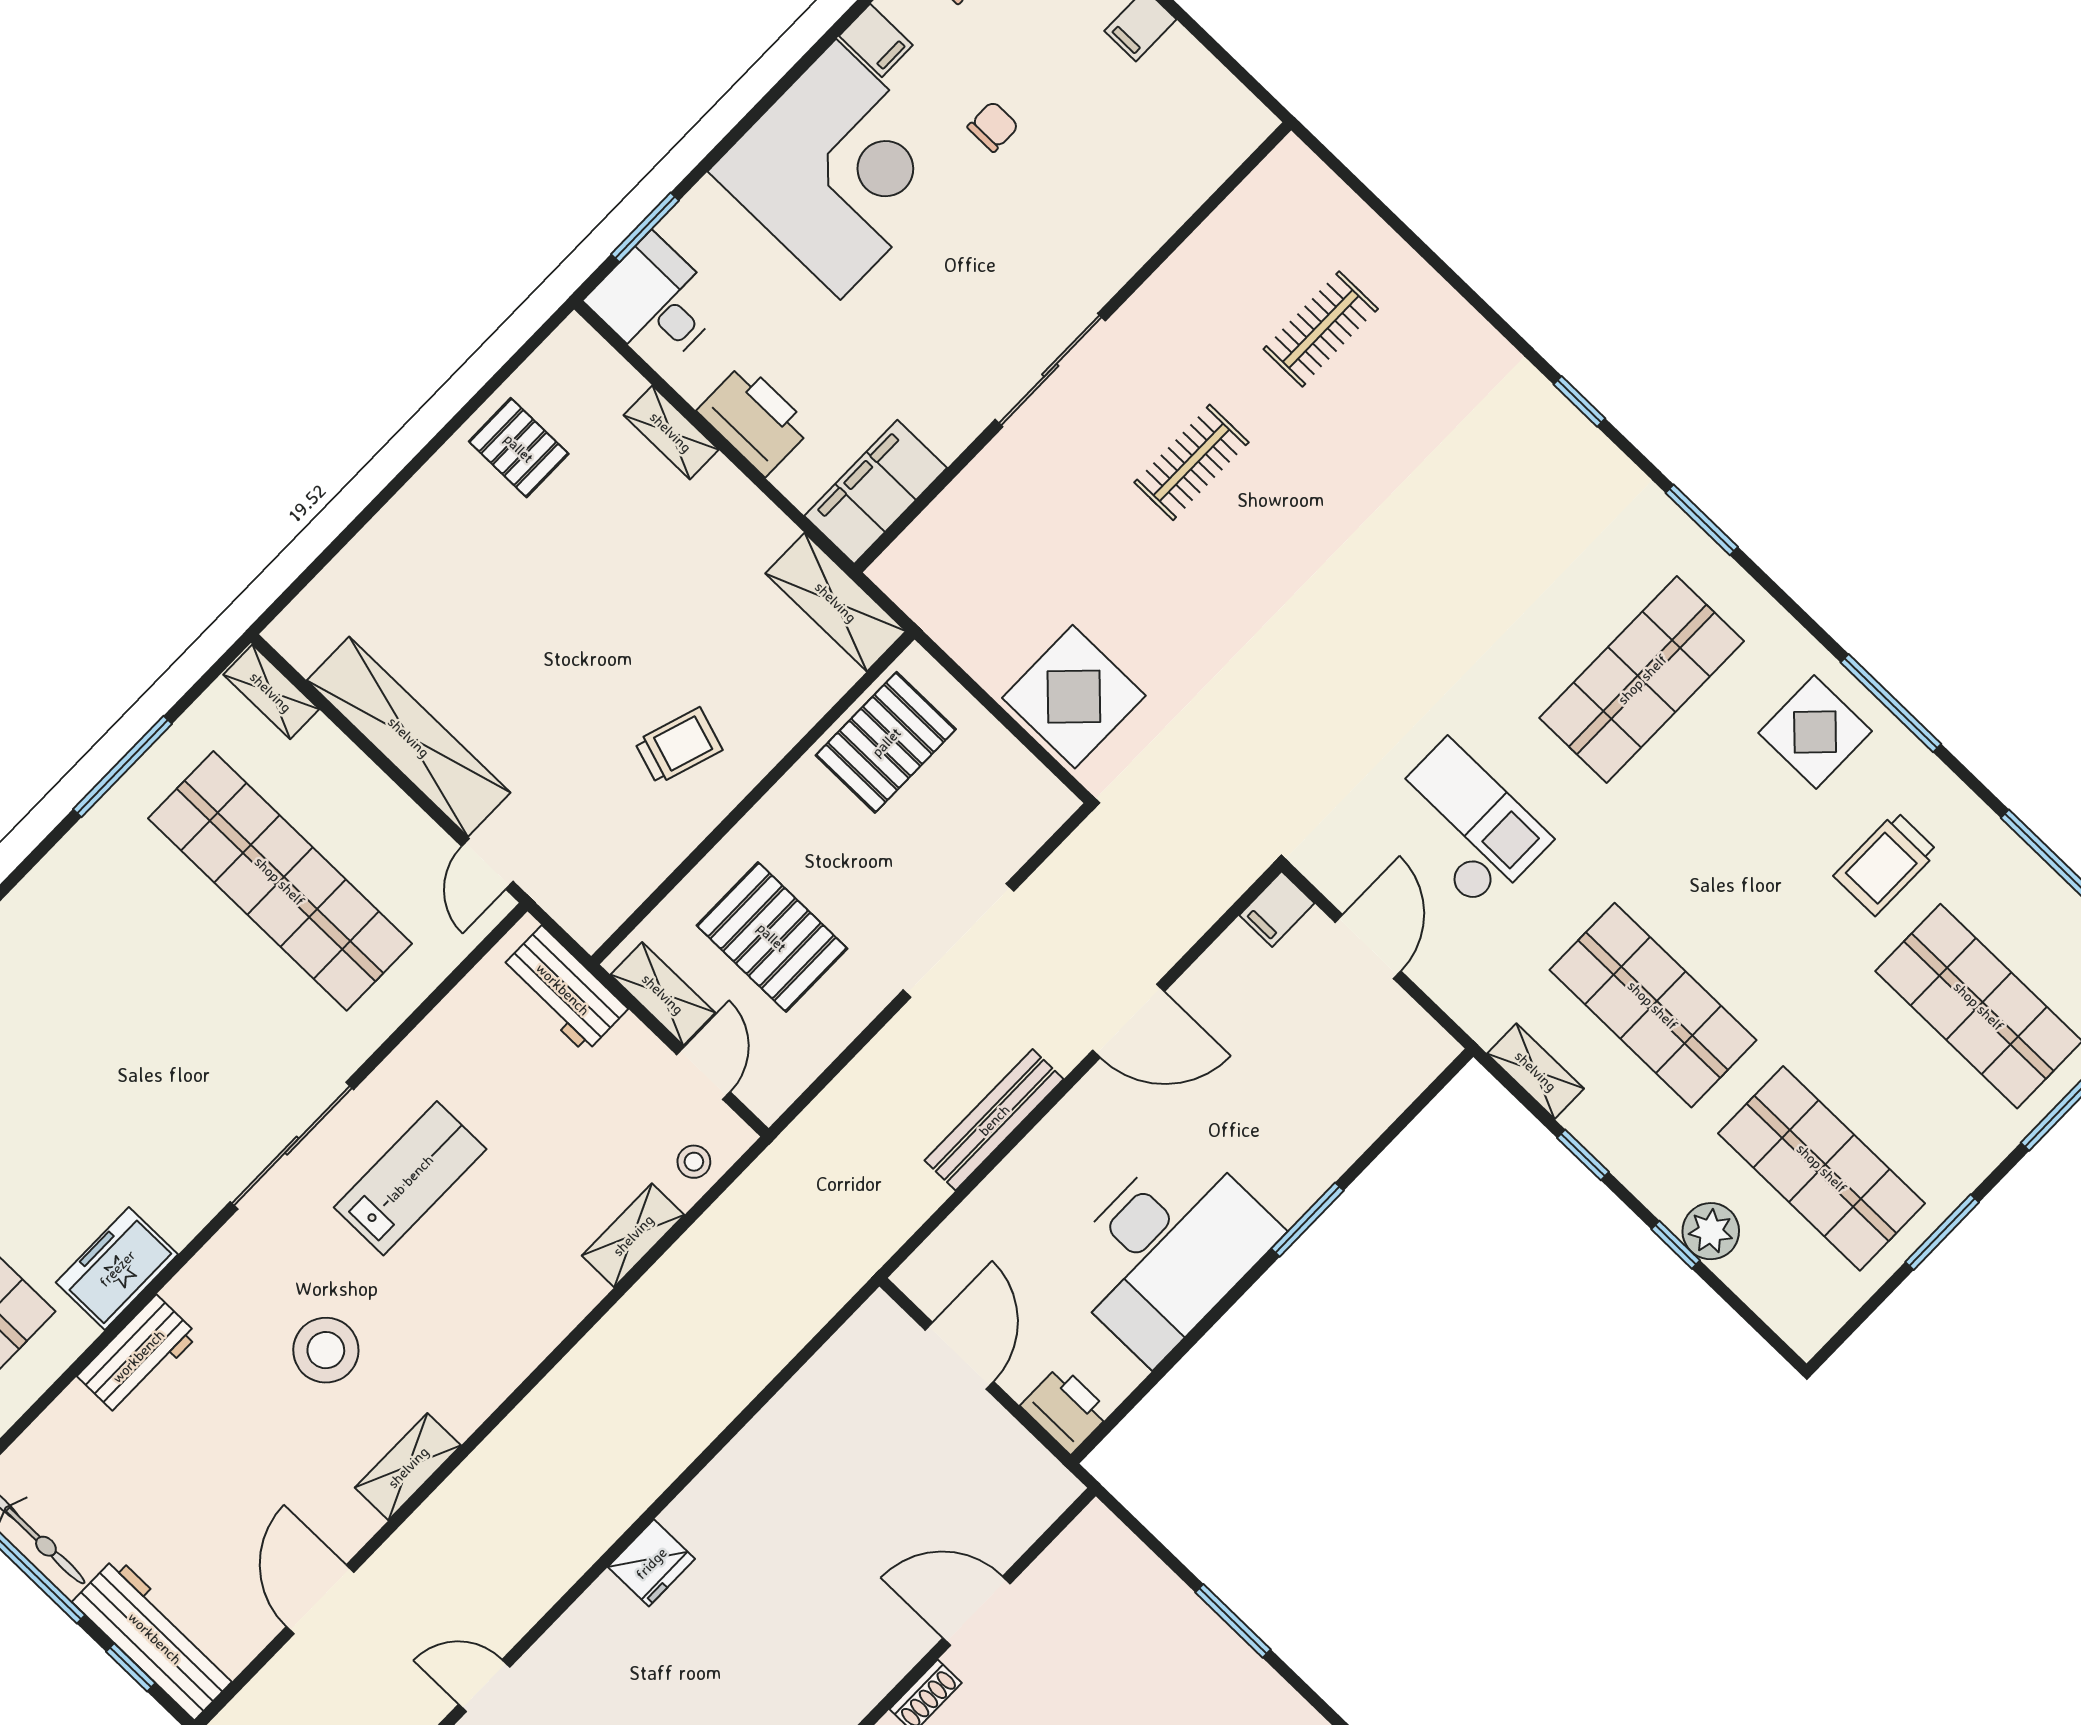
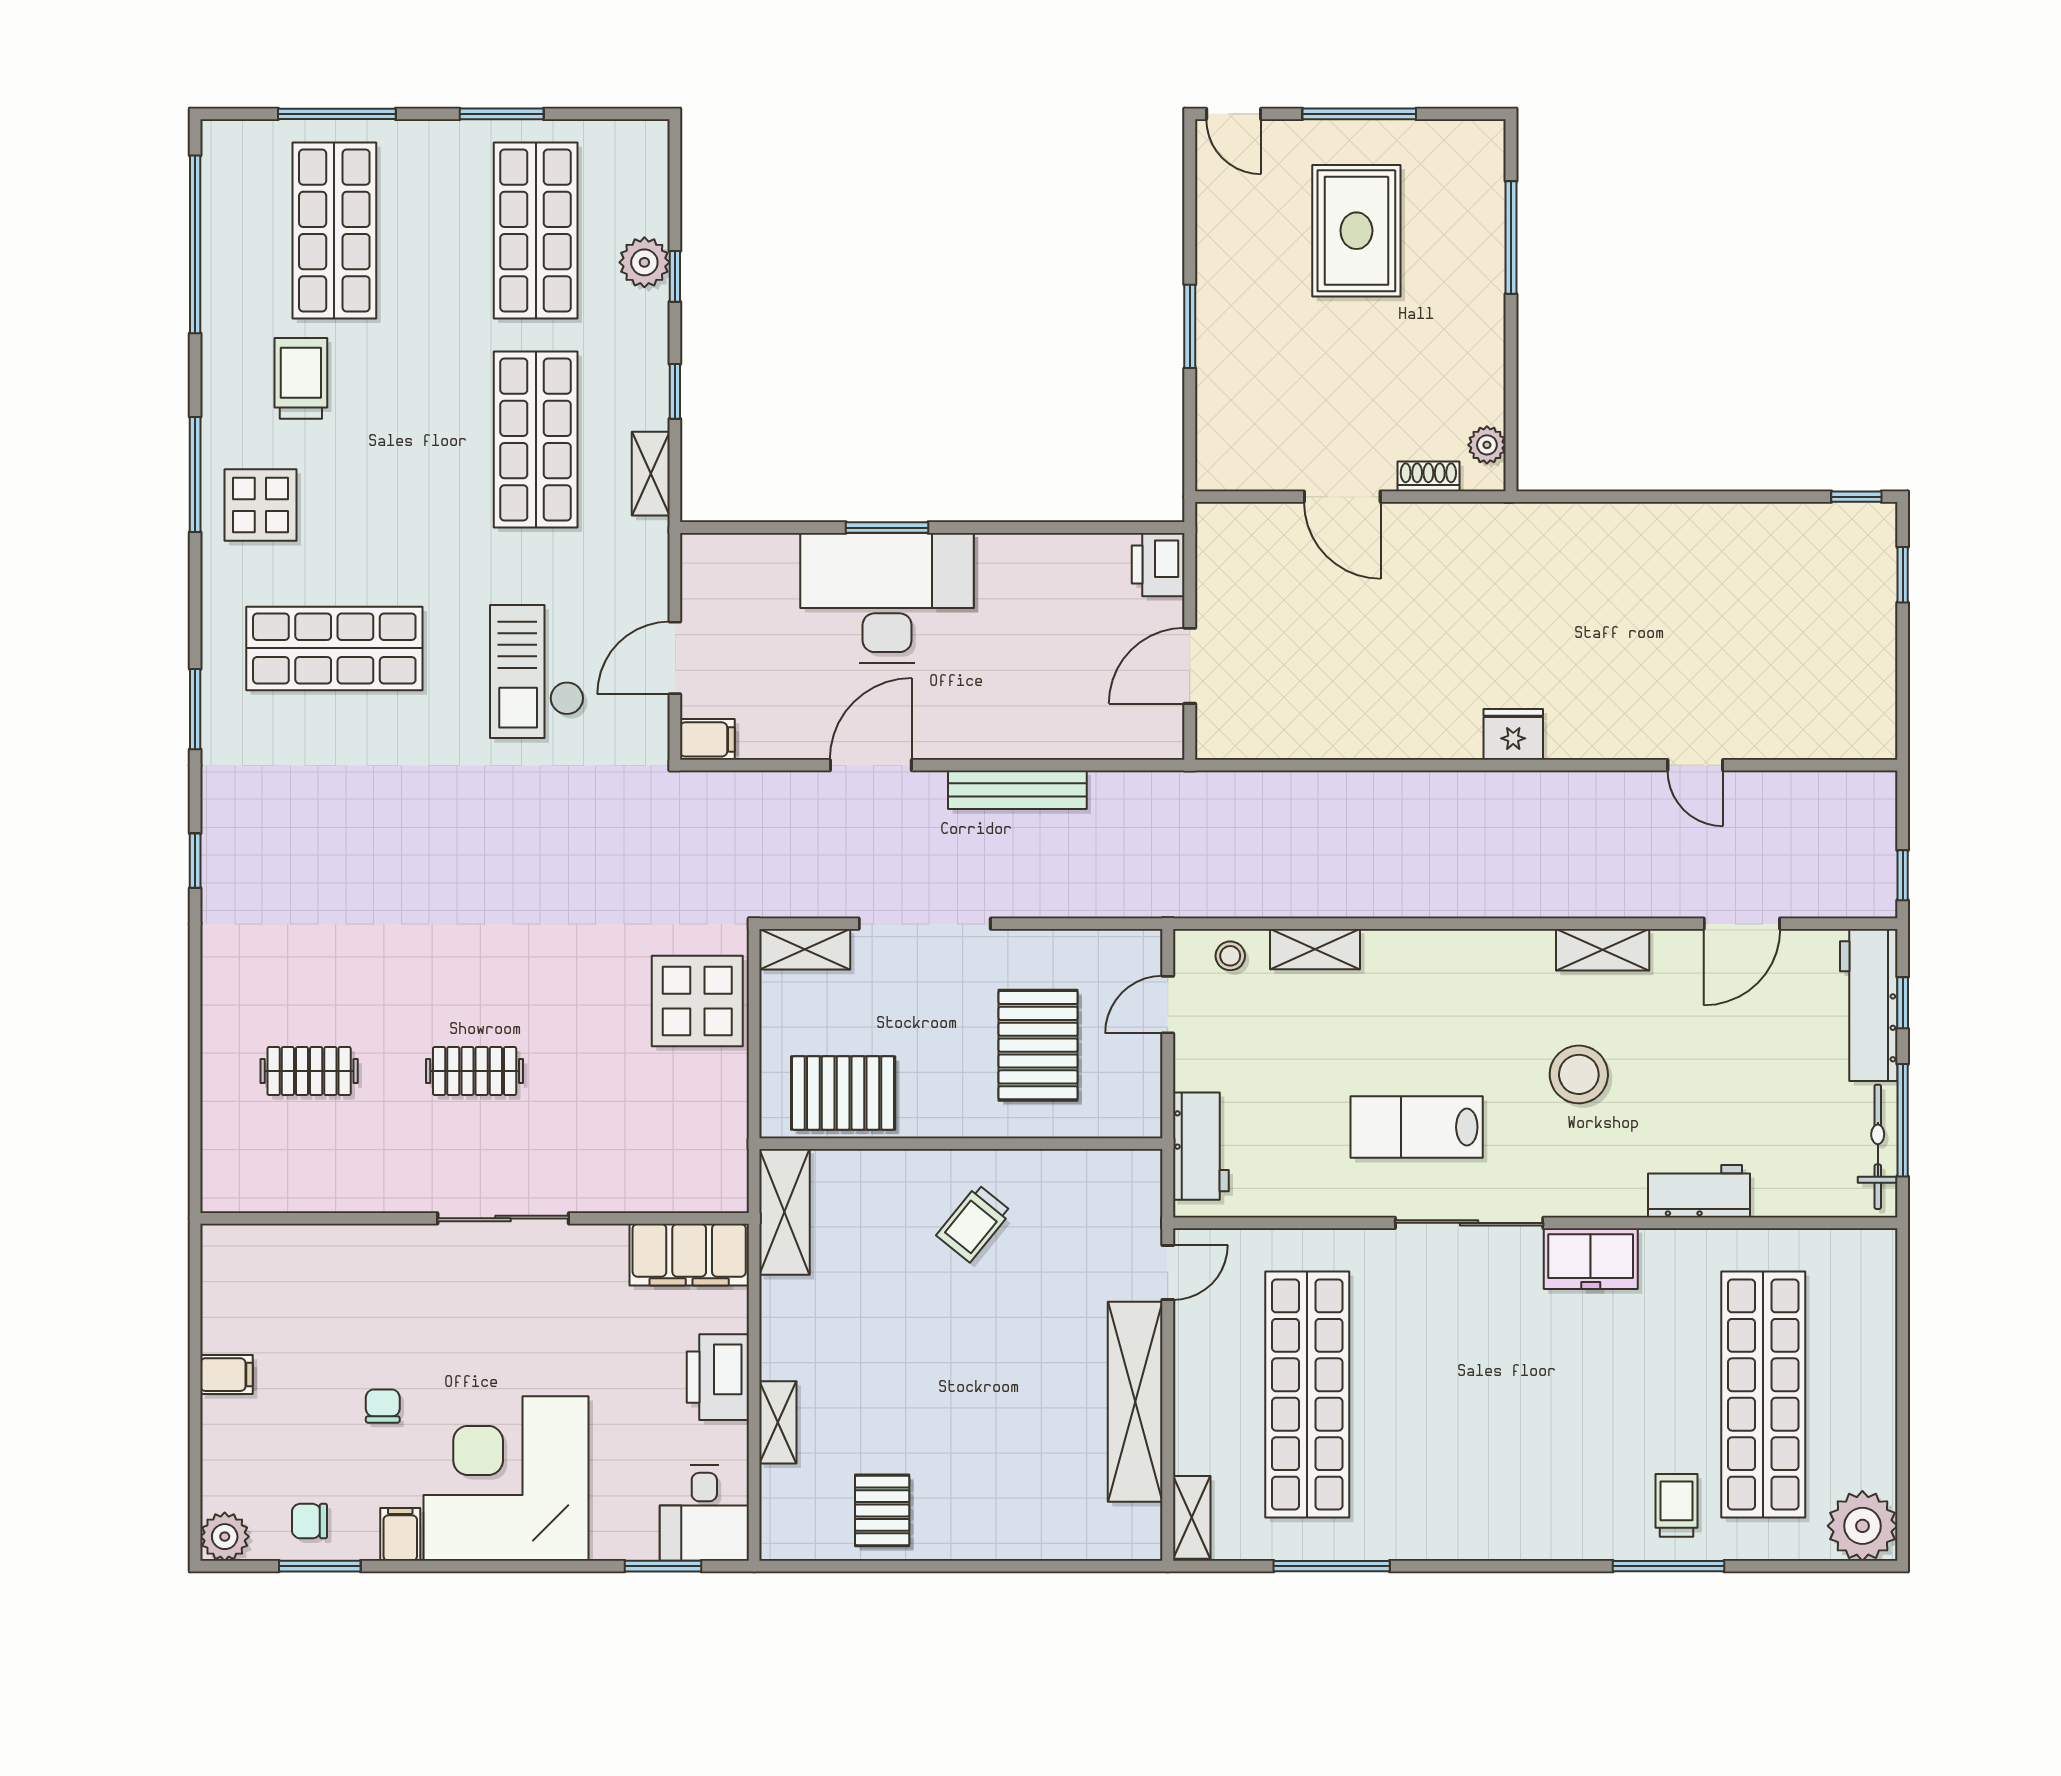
chair: (993, 127) -> (383, 1406), turned 90
trolley: (678, 746) -> (974, 1223), turned -69
trolley: (1886, 864) -> (301, 378), turned -90
shelving: (663, 994) -> (805, 949), moved, turned 90
door: (1128, 1021) -> (871, 765), hinge flipped
desk: (1168, 1251) -> (887, 598), moved
freezer: (117, 1268) -> (1591, 1259), moved

